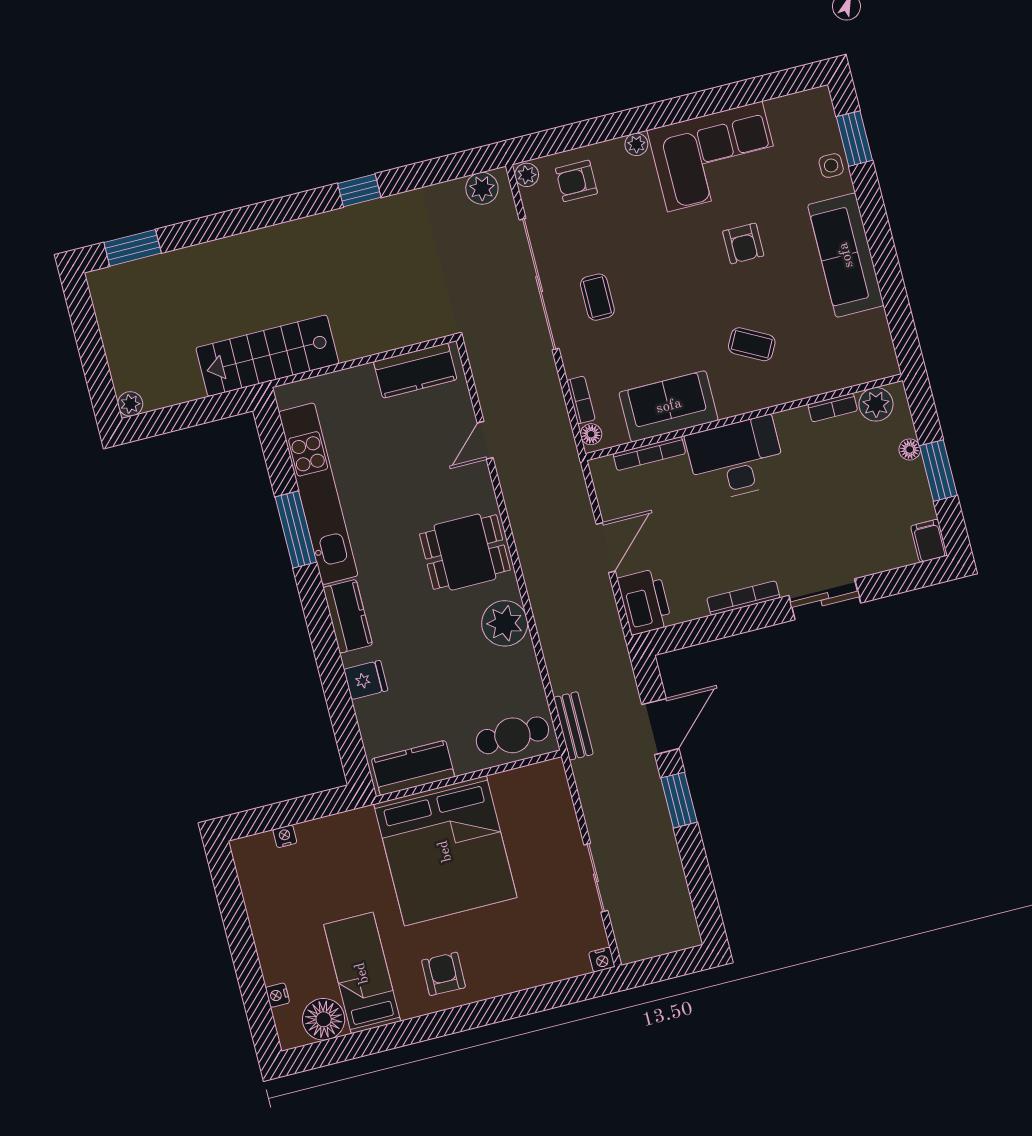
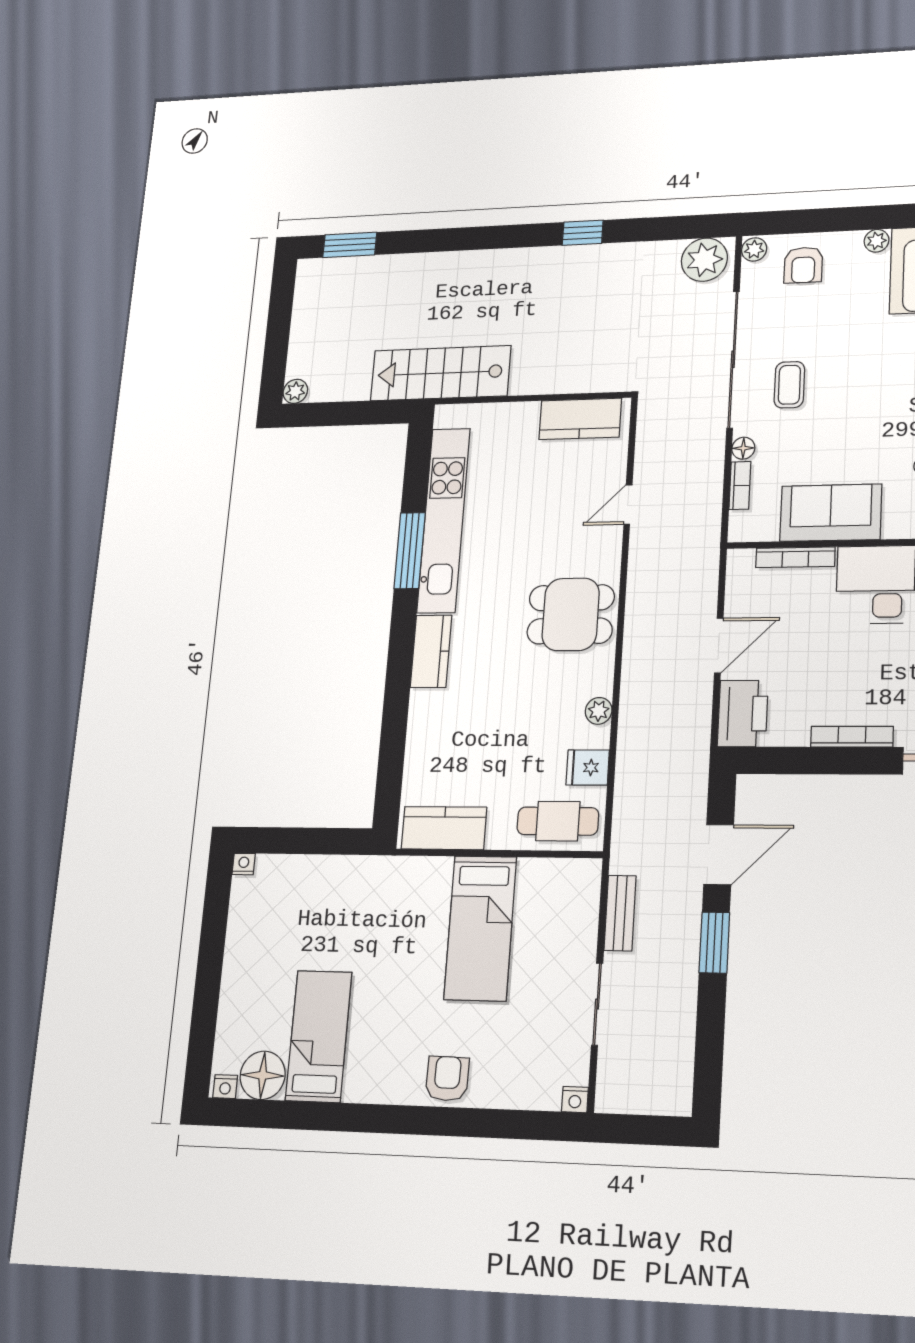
armchair: (576, 181) -> (803, 265), turned -90
plant: (482, 188) -> (704, 260), width x1.36, depth x1.36
floor lamp: (591, 434) -> (743, 448), moved
plant: (505, 623) -> (599, 711), width x0.53, depth x0.53
fridge: (366, 680) -> (588, 768), moved, turned 180
bench: (573, 726) -> (620, 913), moved
nightstand: (285, 836) -> (244, 864), moved
bed: (445, 851) -> (480, 928), width x0.49
armchair: (443, 974) -> (447, 1079), moved
nightstand: (277, 995) -> (225, 1087), moved, turned -90

